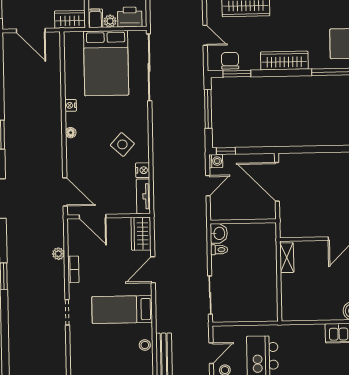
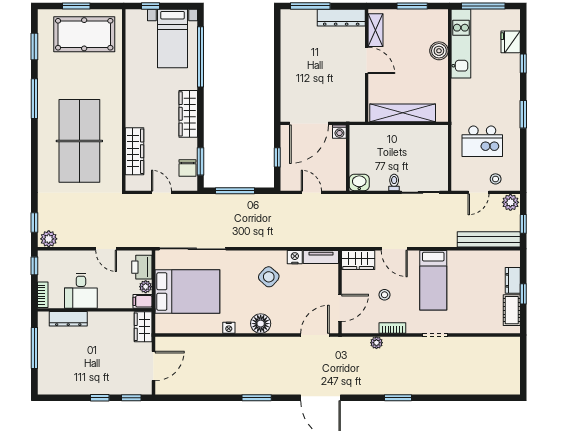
door: (205, 35) -> (162, 192), hinge flipped
chair: (230, 61) -> (187, 168), turned -90
floor lamp: (71, 133) -> (261, 324), width x1.89, depth x1.89
window: (226, 151) -> (277, 157), moved
washing machine: (216, 161) -> (339, 132), moved, turned 180
toilet: (219, 250) -> (394, 182), moved
shelving: (287, 258) -> (403, 113), width x2.20, depth x1.33
stool: (145, 345) -> (385, 295), moved
door: (211, 353) -> (479, 192), swing flipped

